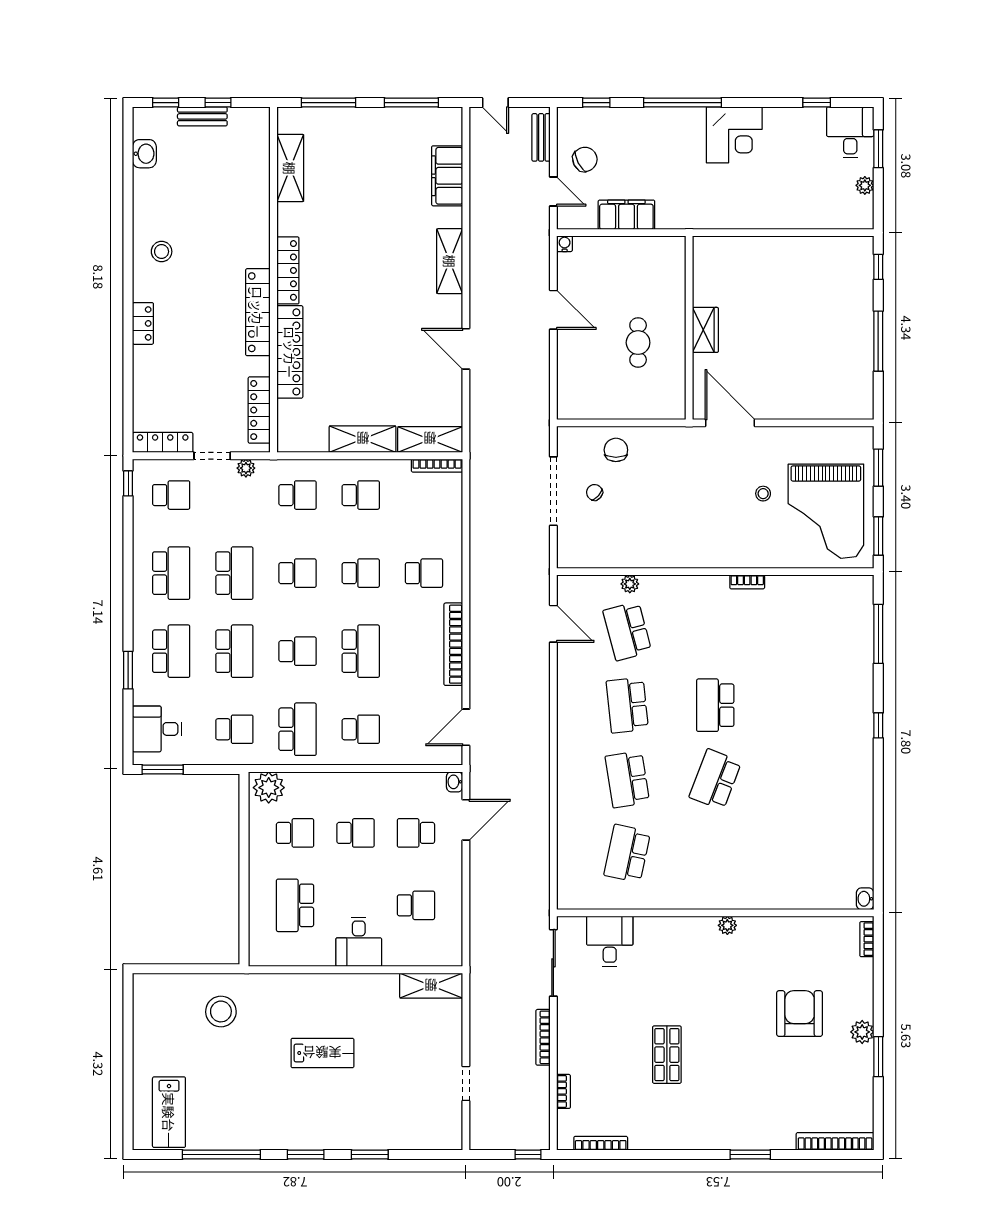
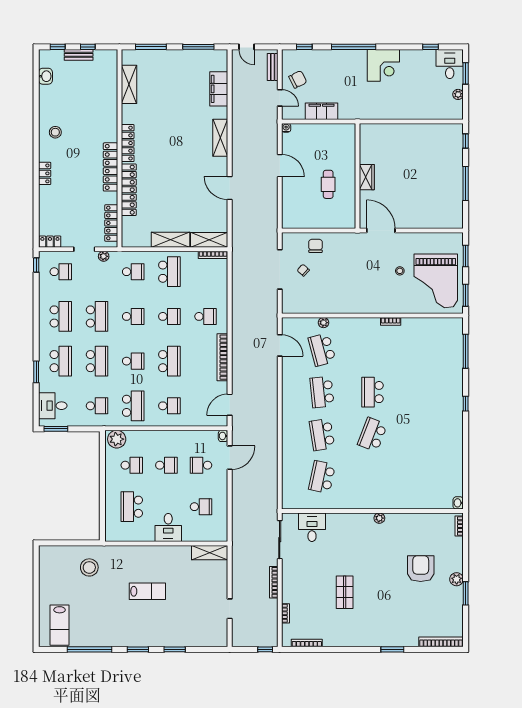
locker: (163, 442) -> (50, 242), width x0.66
school desk: (361, 495) -> (169, 272), width x1.85

